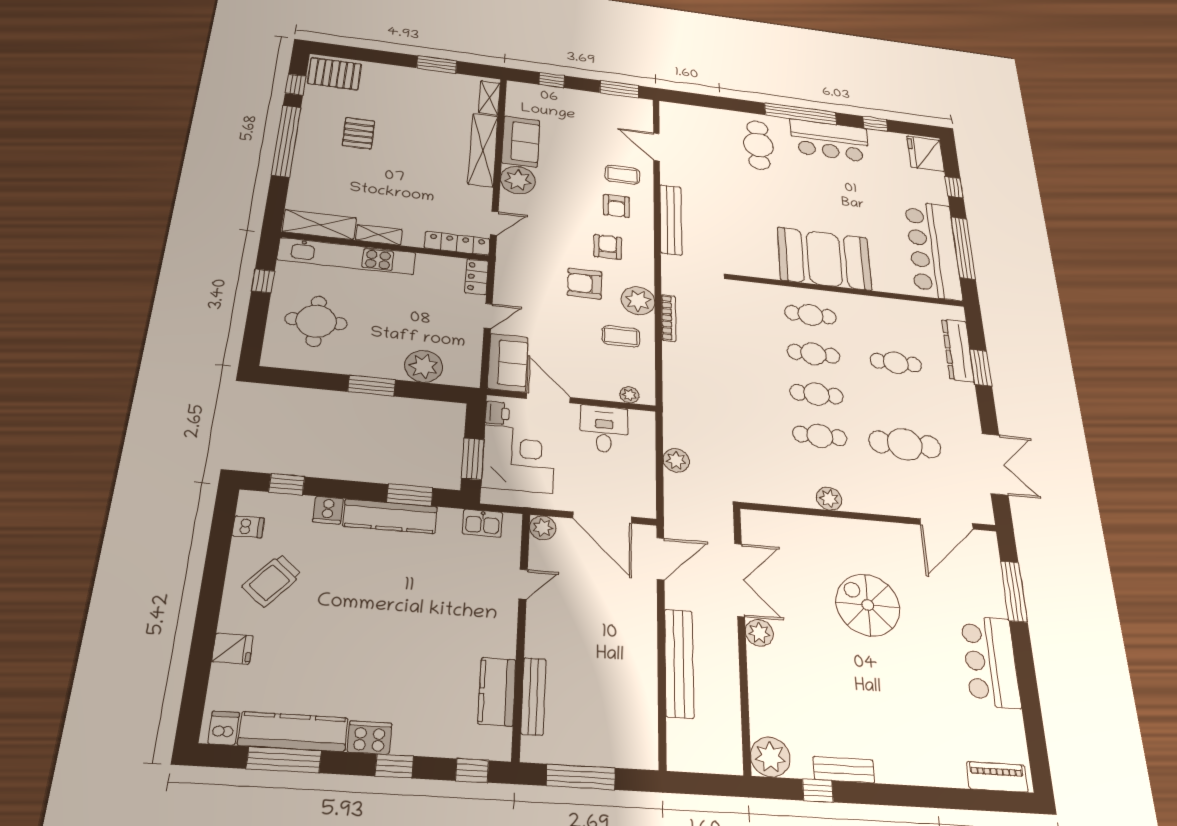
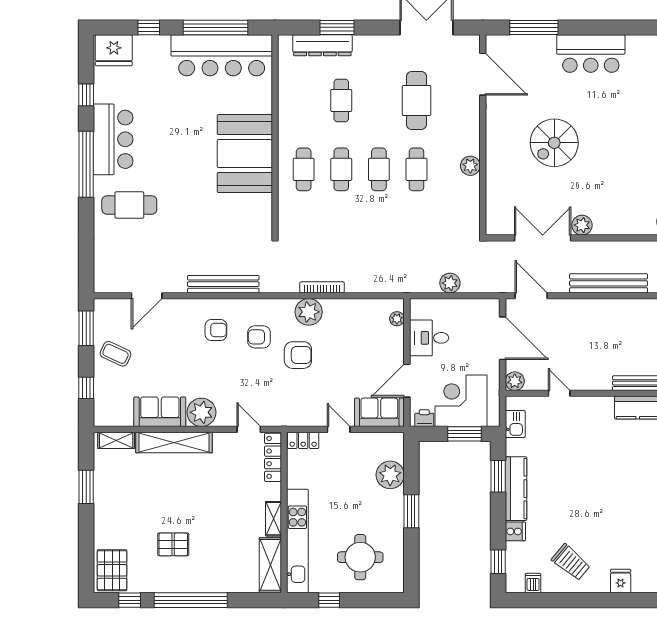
coffee table: (622, 175) -> (116, 354), moved, turned -65
armchair: (585, 284) -> (298, 355), turned -90
coffee table: (621, 336) -> (344, 326), removed
door: (602, 518) -> (503, 338), hinge flipped

